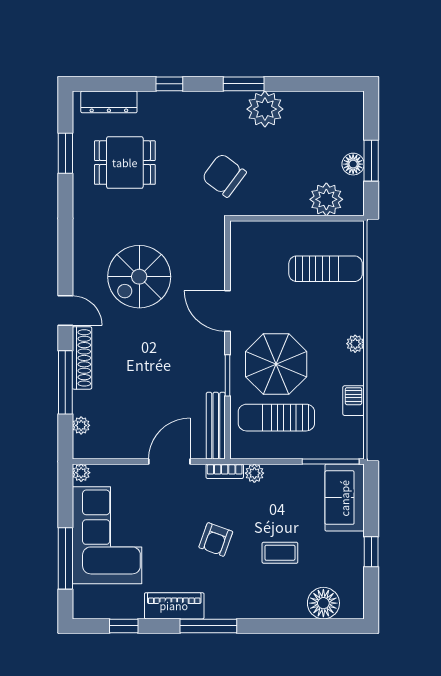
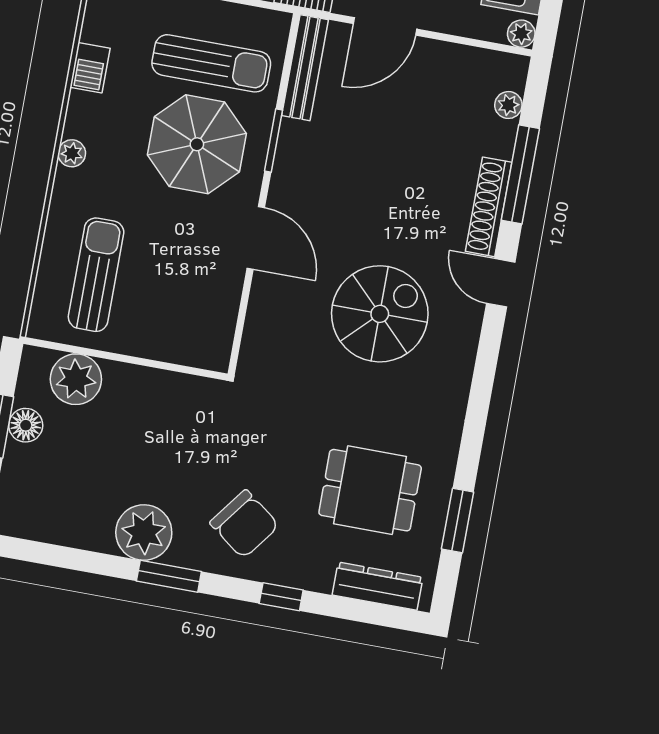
chair: (224, 175) -> (244, 524), moved
sun lounger: (326, 269) -> (96, 275), turned 90

